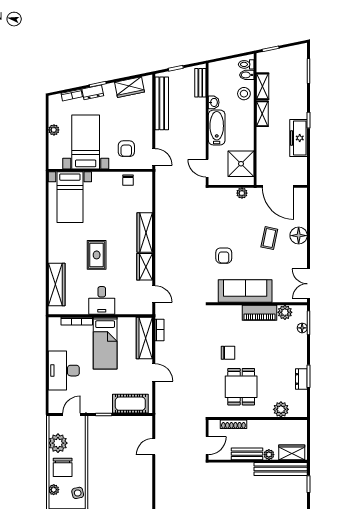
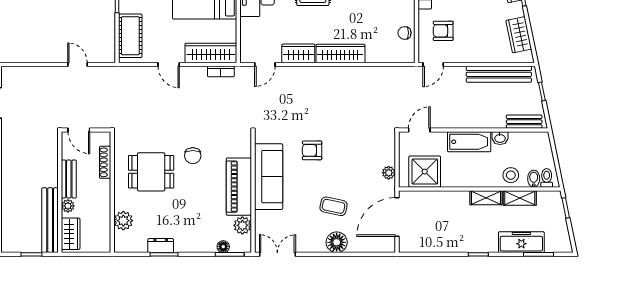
freezer: (299, 138) -> (521, 242), moved
piano: (259, 313) -> (239, 187), width x1.37, depth x1.33
door: (154, 372) -> (169, 65), hinge flipped

